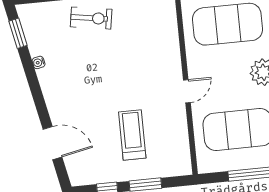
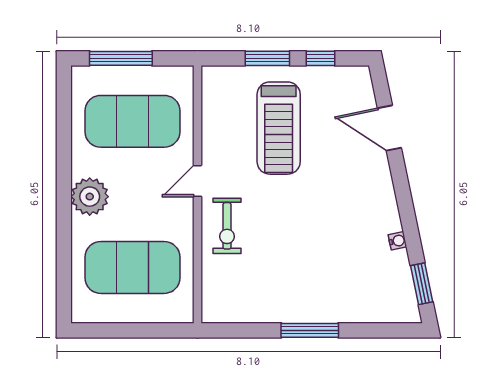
exercise bike: (91, 18) -> (227, 226), moved, turned -99
treadmill: (132, 135) -> (279, 128), width x1.37, depth x1.37

